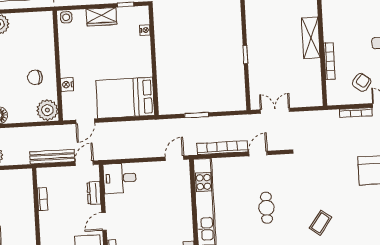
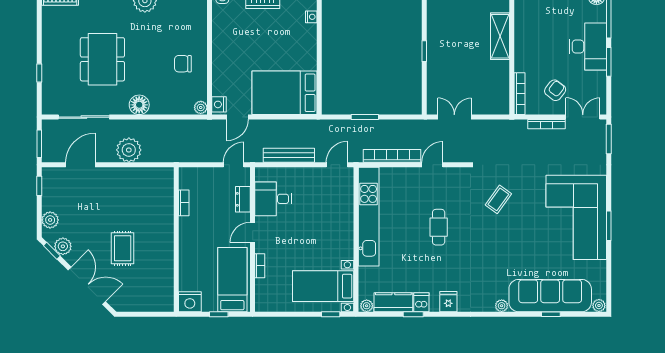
bookcase: (329, 61) -> (520, 94), moved
nightstand: (67, 85) -> (219, 104), moved
plant: (47, 110) -> (201, 107), width x0.53, depth x0.53
bench: (52, 157) -> (289, 155), moved
desk: (120, 178) -> (273, 199), moved
coffee table: (321, 223) -> (498, 199), moved

